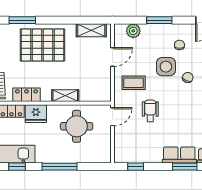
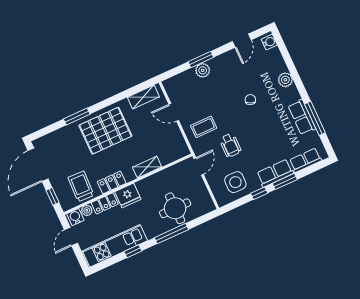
plant: (133, 31) -> (203, 70), moved
chair: (179, 45) -> (229, 74), removed
door: (112, 57) -> (174, 112), swing flipped
side table: (166, 67) -> (235, 182), moved
wheelchair: (150, 111) -> (230, 145), turned 180
round table: (77, 126) -> (175, 208), moved
window: (136, 167) -> (259, 193), moved

